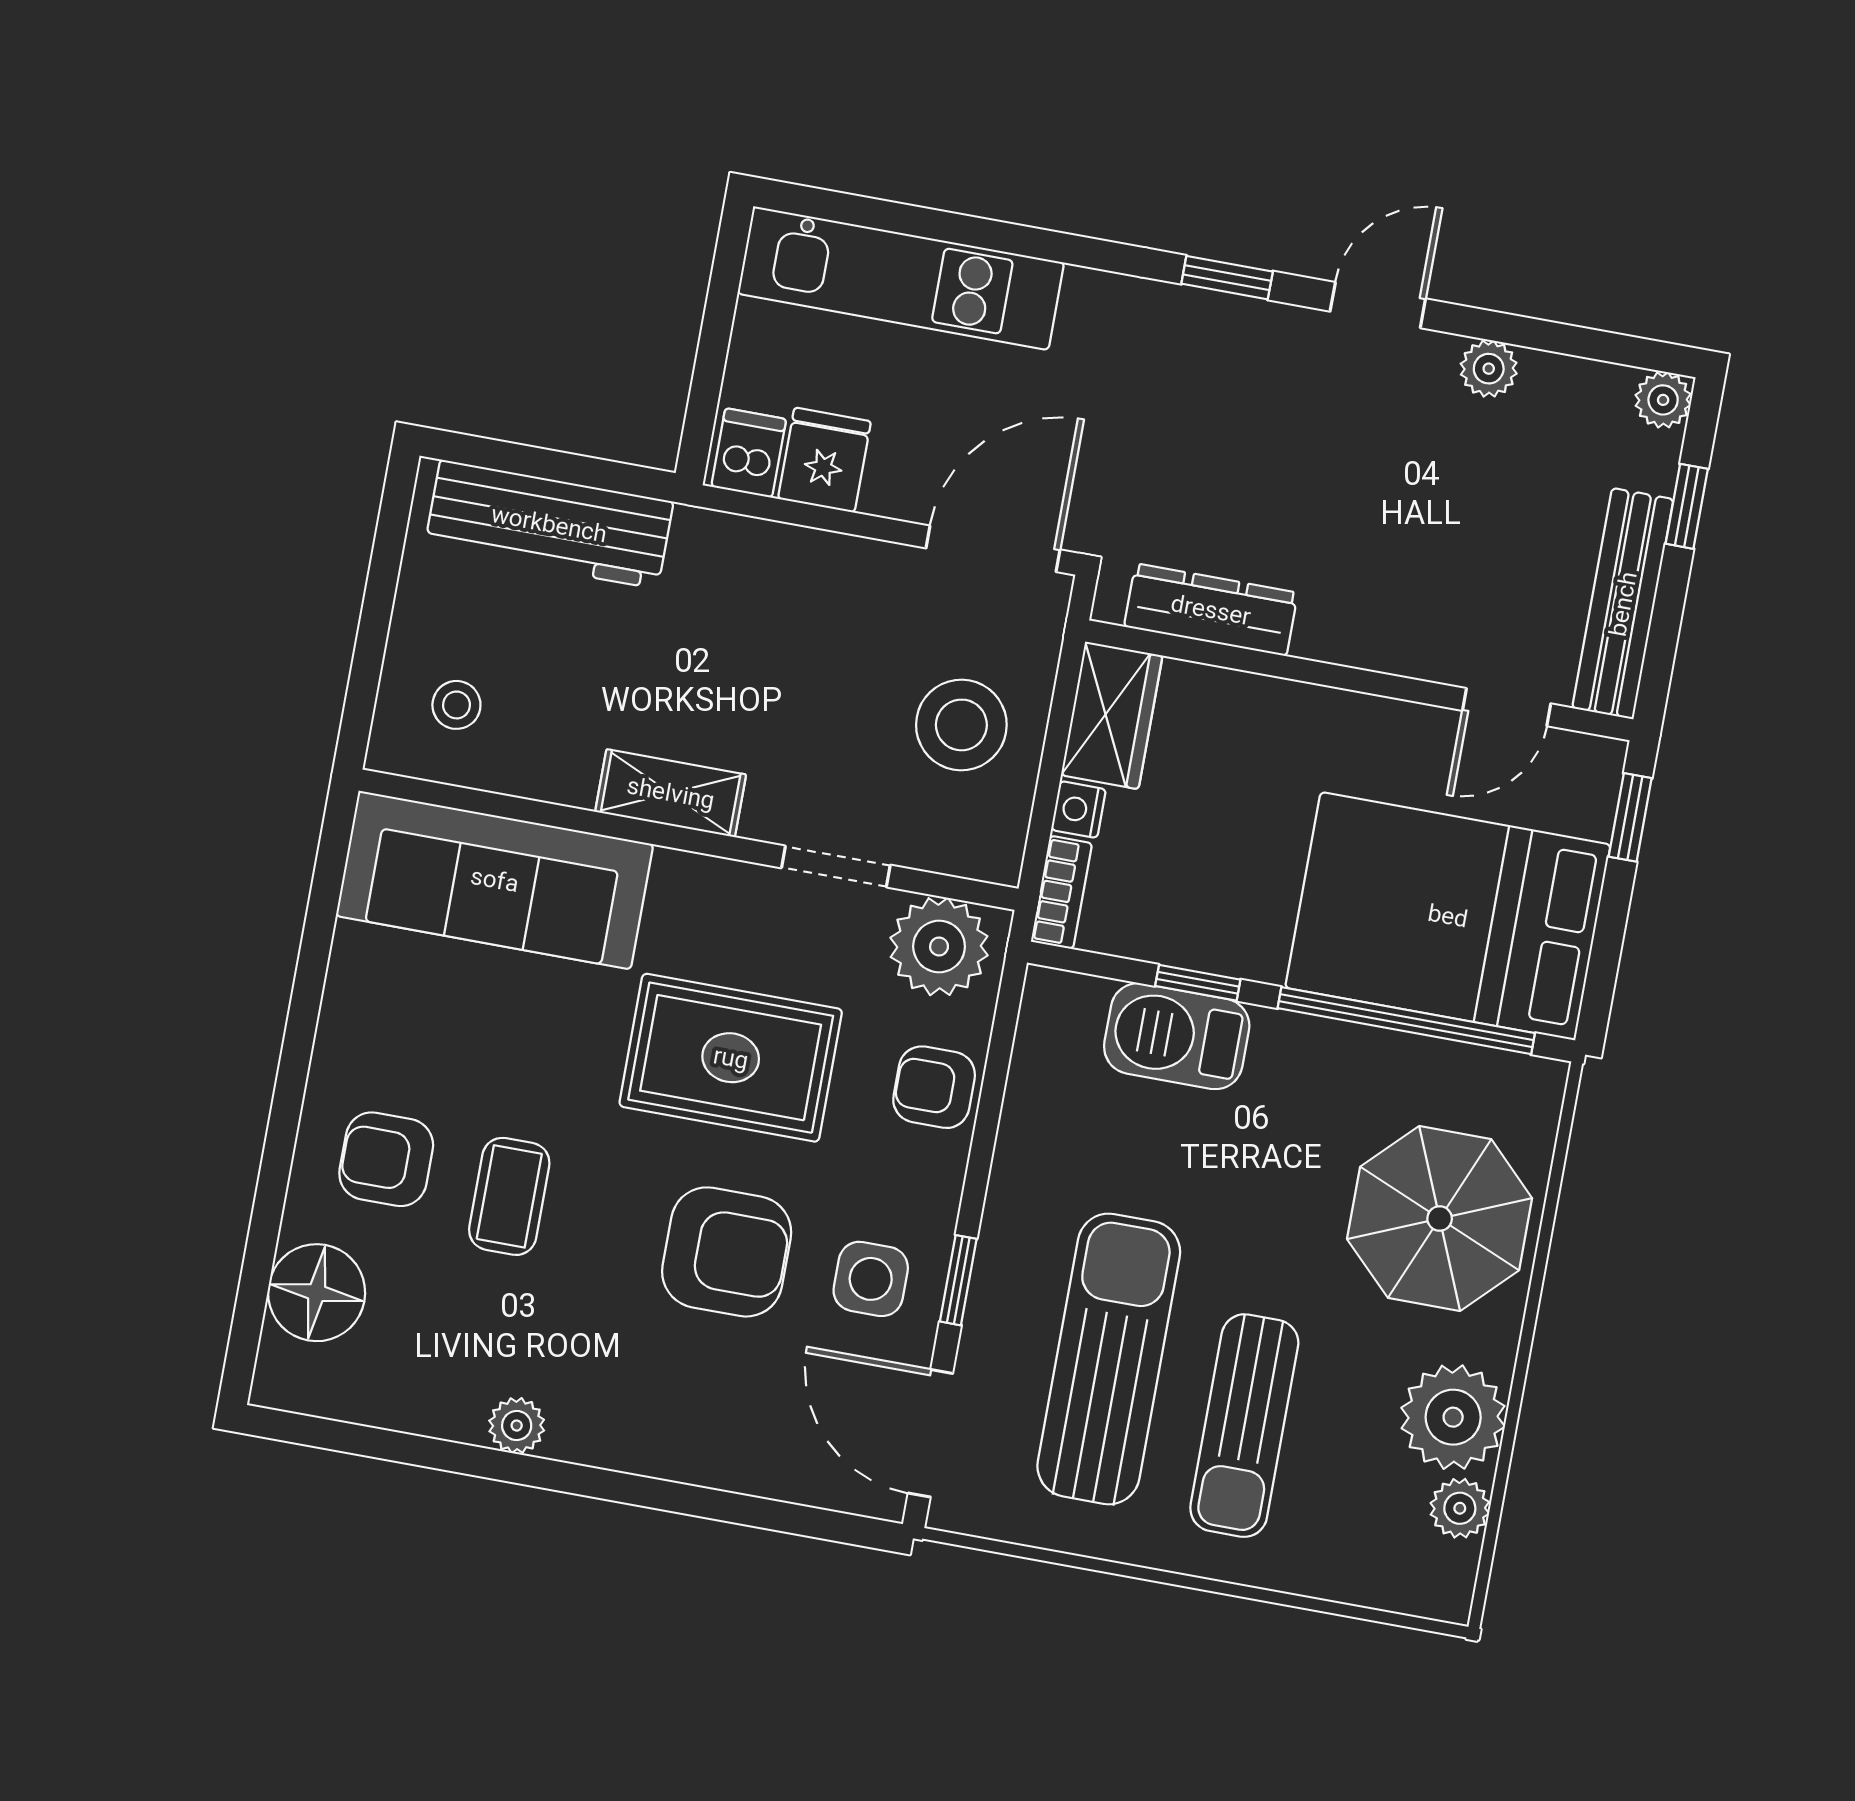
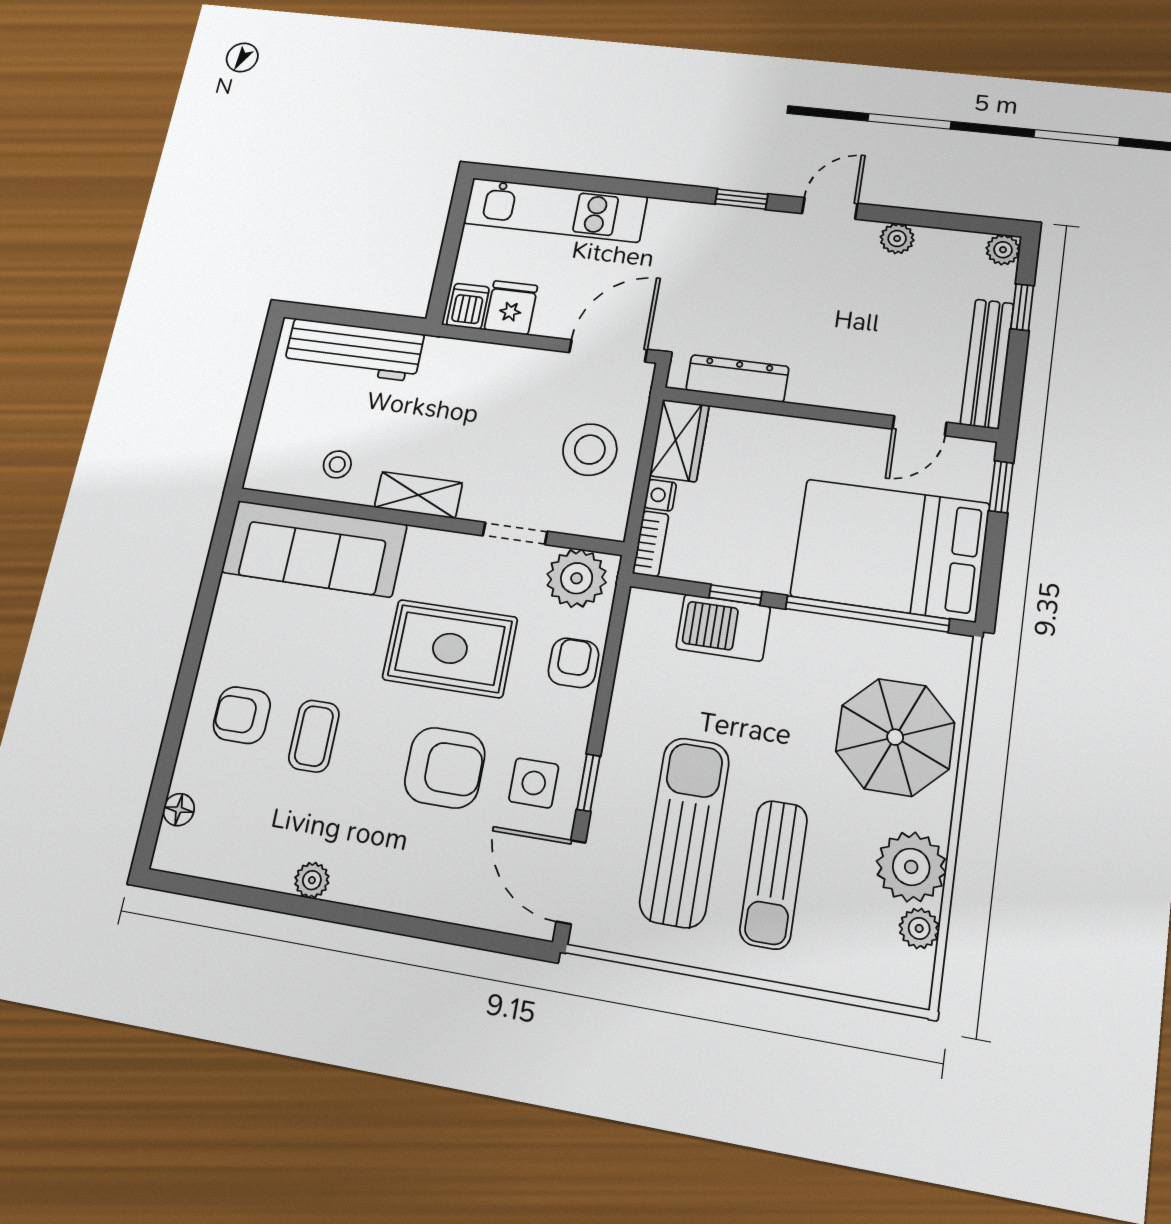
stool: (456, 705) -> (337, 464), moved
armchair: (934, 1087) -> (573, 663), turned 90
floor lamp: (317, 1293) -> (179, 810), width x0.53, depth x0.53

